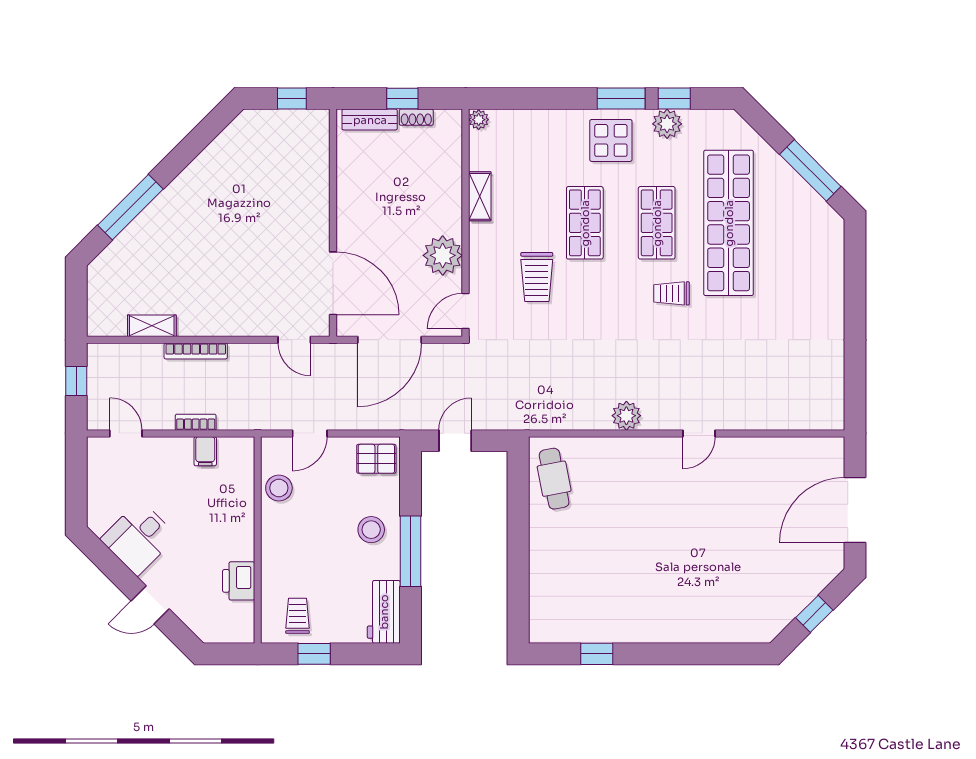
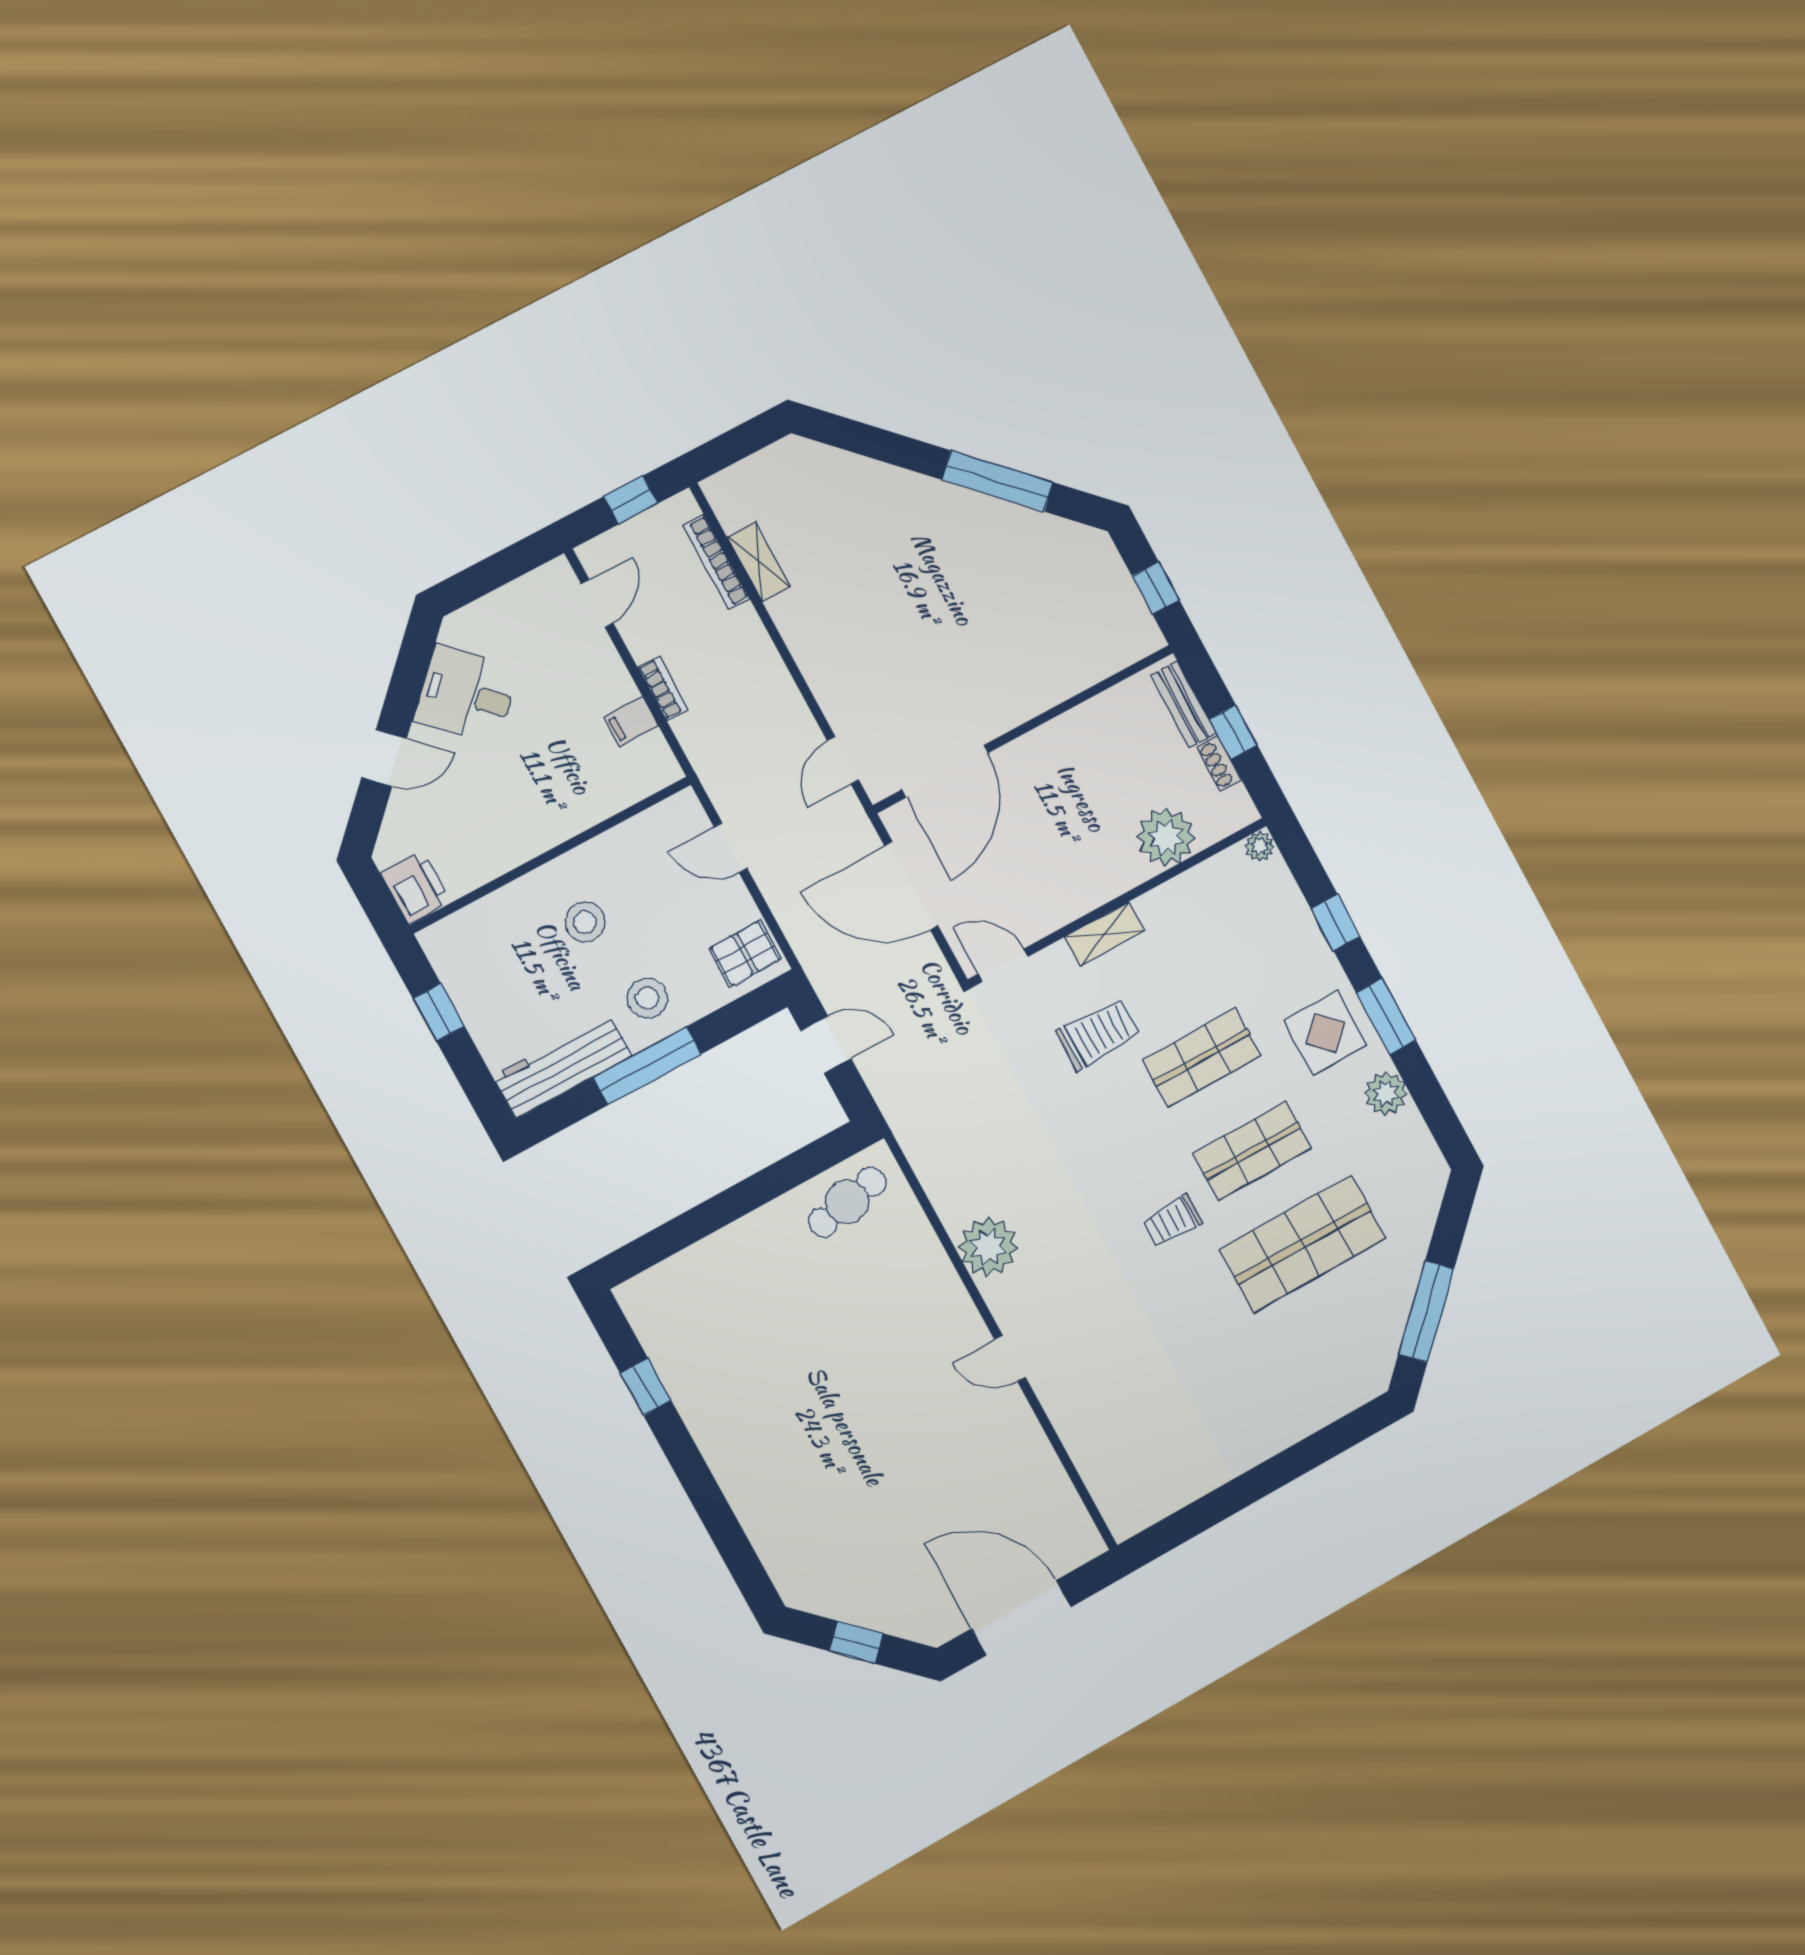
window: (674, 99) -> (1336, 923), moved
shelving: (480, 196) -> (1104, 934), moved
window: (130, 207) -> (998, 481), moved
shop shelf: (729, 223) -> (1303, 1244), width x0.71
plant: (443, 255) -> (1166, 837), moved
trolley: (537, 277) -> (1098, 1034), turned 180
trolley: (672, 293) -> (1172, 1221), turned -90
bookcase: (196, 351) -> (716, 562), moved
plant: (626, 416) -> (988, 1247), width x1.36, depth x1.36
pallet: (376, 459) -> (745, 954), turned 90
stool: (279, 488) -> (585, 922), moved
printer: (239, 581) -> (416, 887), moved, turned 90
door: (150, 605) -> (384, 758), swing flipped
workbench: (384, 612) -> (562, 1066), width x1.38
trolley: (297, 616) -> (478, 963), removed

